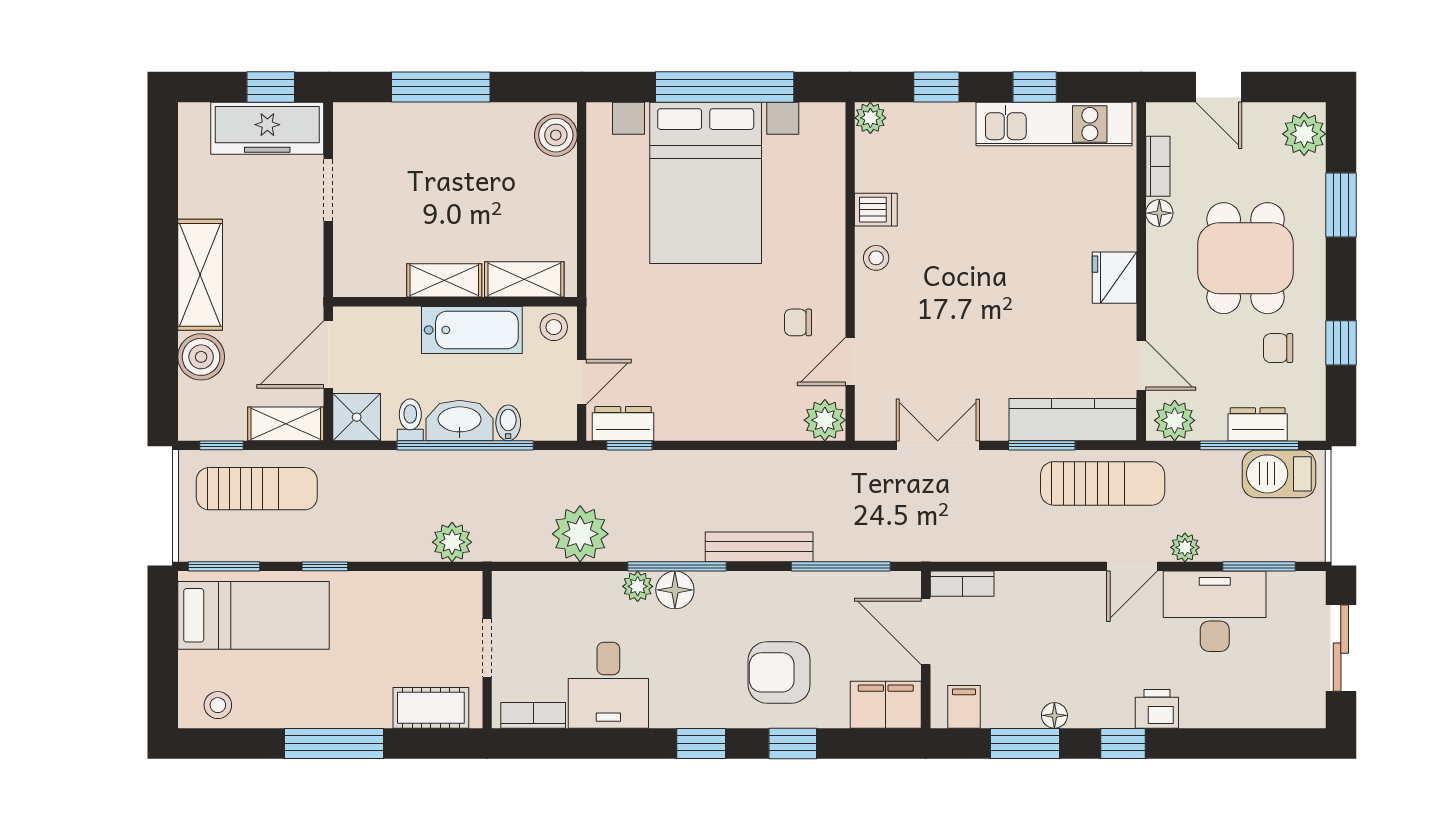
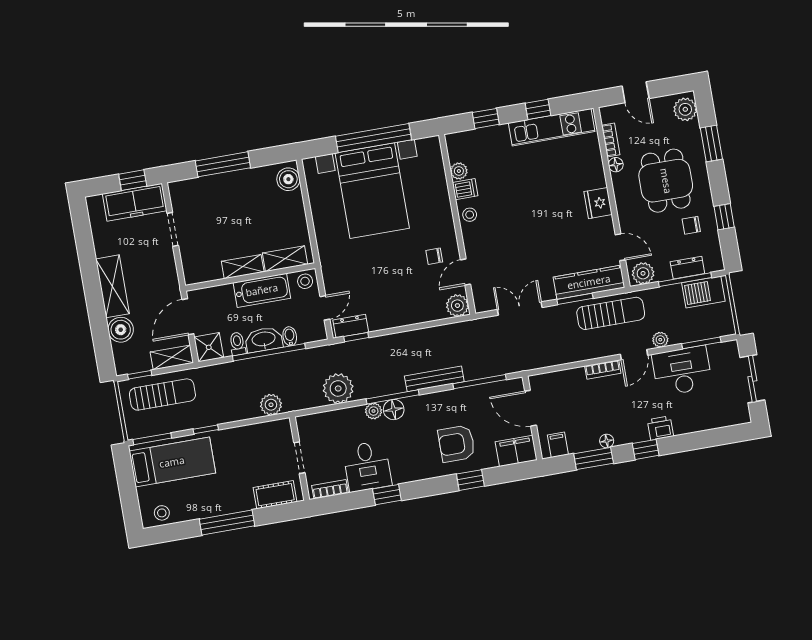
plant: (870, 118) -> (459, 171), moved
bookcase: (962, 584) -> (603, 370), moved
window: (701, 743) -> (387, 495), moved

